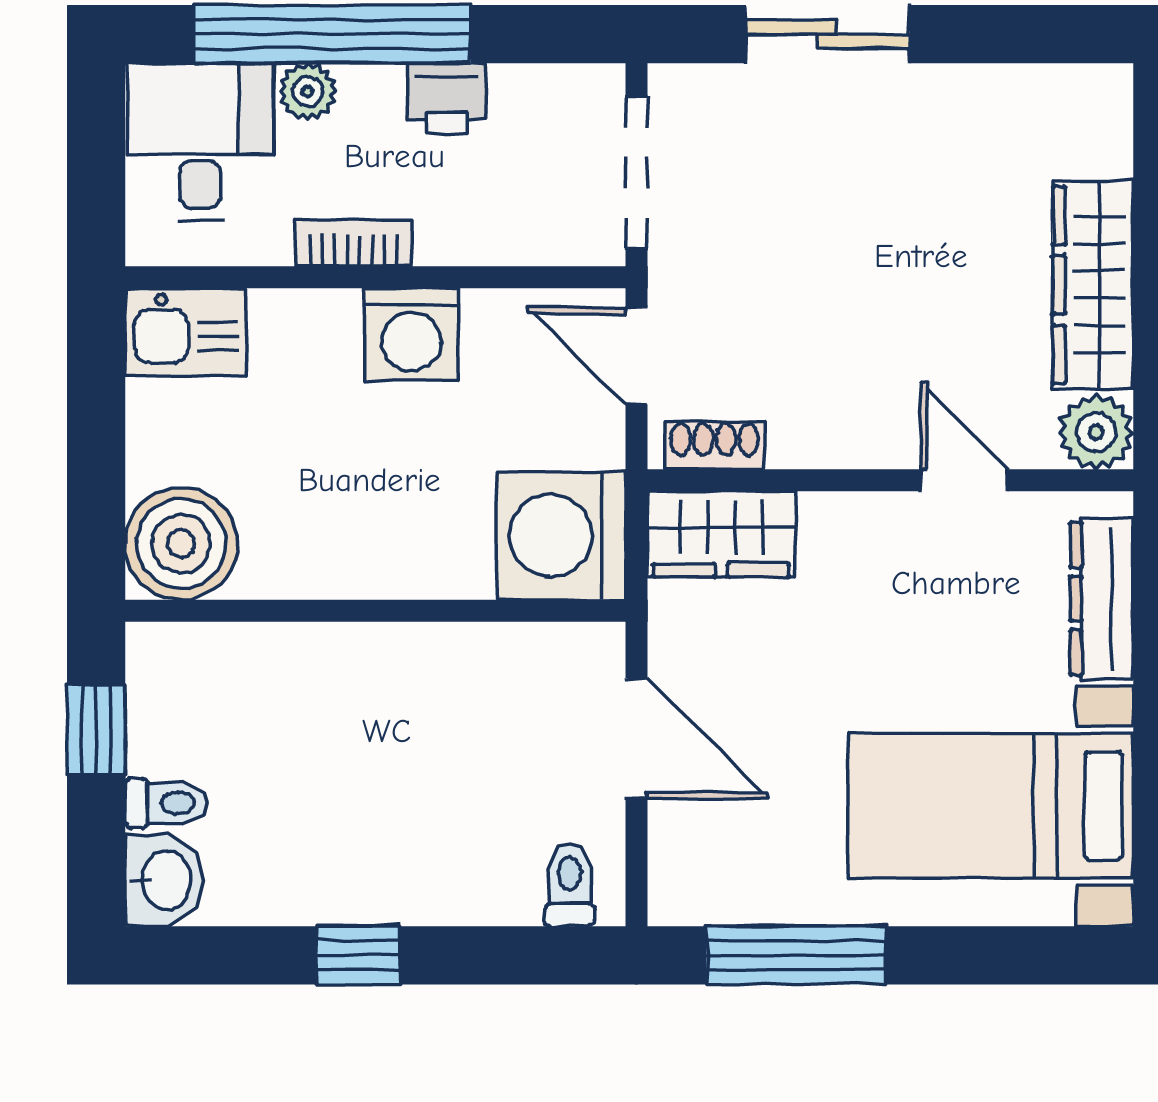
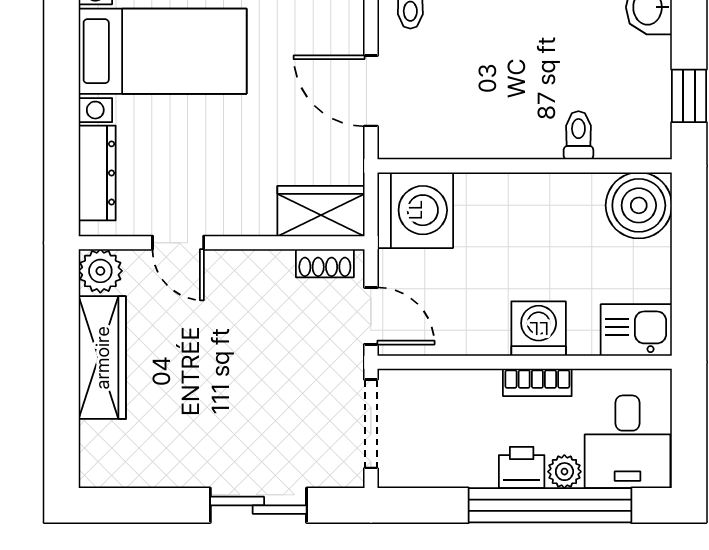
printer: (447, 98) -> (522, 467), moved
washing machine: (411, 334) -> (539, 329), moved
toilet: (166, 803) -> (578, 135), moved, turned 90

